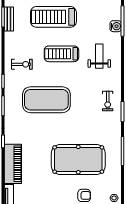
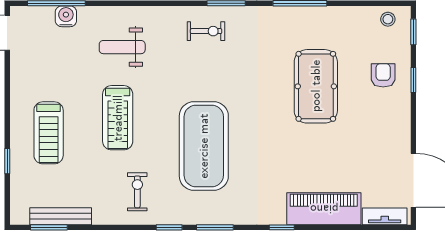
treadmill: (53, 17) -> (49, 133), width x0.73, depth x0.73
bench: (9, 19) -> (61, 216), width x1.36
pool table: (78, 160) -> (316, 86), width x0.73, depth x0.76

